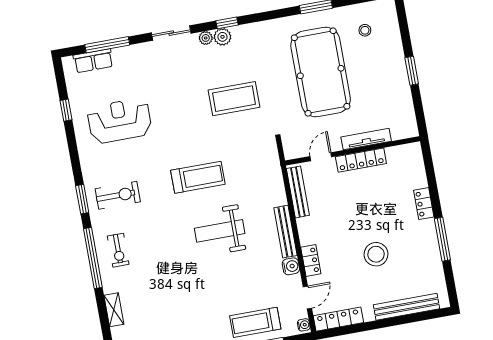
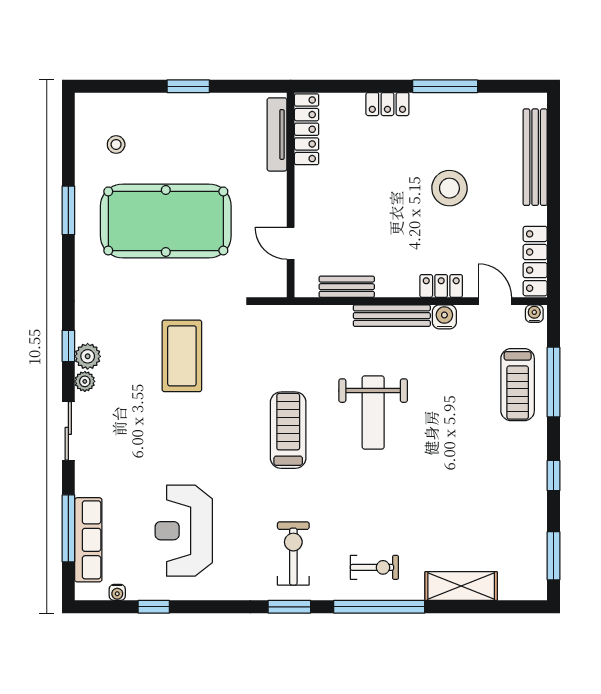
row of seats: (93, 61) -> (88, 540), width x1.48
water cooler: (71, 84) -> (117, 592), added
tv unit: (366, 139) -> (277, 134), moved
locker: (361, 160) -> (307, 129), moved
bench: (298, 192) -> (347, 287), width x0.73
shelving: (114, 310) -> (461, 586), width x1.50, depth x1.33

